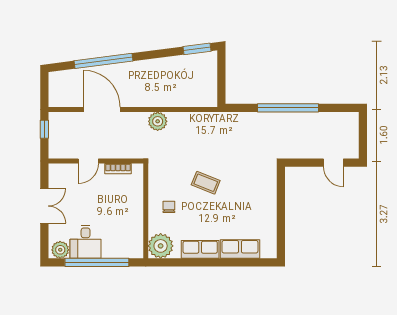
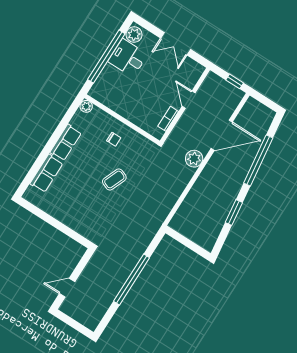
window: (197, 49) -> (234, 213), moved
plant: (158, 121) -> (194, 159), moved
plant: (161, 246) -> (86, 106), width x0.53, depth x0.53

